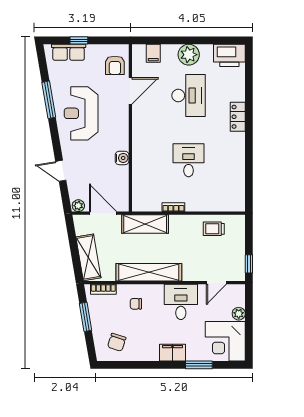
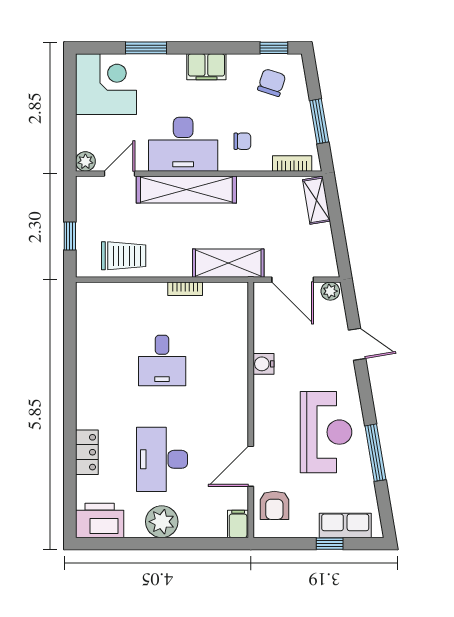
filing cabinet: (153, 53) -> (238, 524), moved
armchair: (115, 65) -> (274, 505), turned 180
locker: (238, 117) -> (87, 452), moved
trolley: (214, 229) -> (124, 256), width x1.36, depth x1.39
shelving: (88, 257) -> (316, 200), width x0.67, depth x0.75
window: (249, 264) -> (70, 236), moved
shelving: (149, 272) -> (186, 190), moved
desk: (181, 302) -> (183, 144), width x1.37
plant: (239, 314) -> (85, 161), moved
filing cabinet: (173, 353) -> (206, 67), moved
window: (115, 365) -> (274, 48), added

